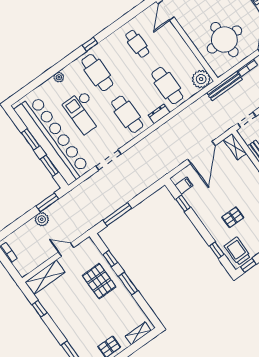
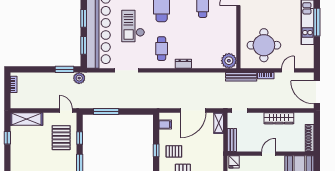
cafe table: (167, 86) -> (203, 49), removed
cafe table: (127, 114) -> (162, 49), width x0.73, depth x0.74
window: (183, 203) -> (156, 150), moved
pallet: (211, 206) -> (174, 151), added
plant: (42, 219) -> (79, 78), moved
door: (66, 250) -> (66, 111), moved
pallet: (99, 281) -> (61, 138), moved

